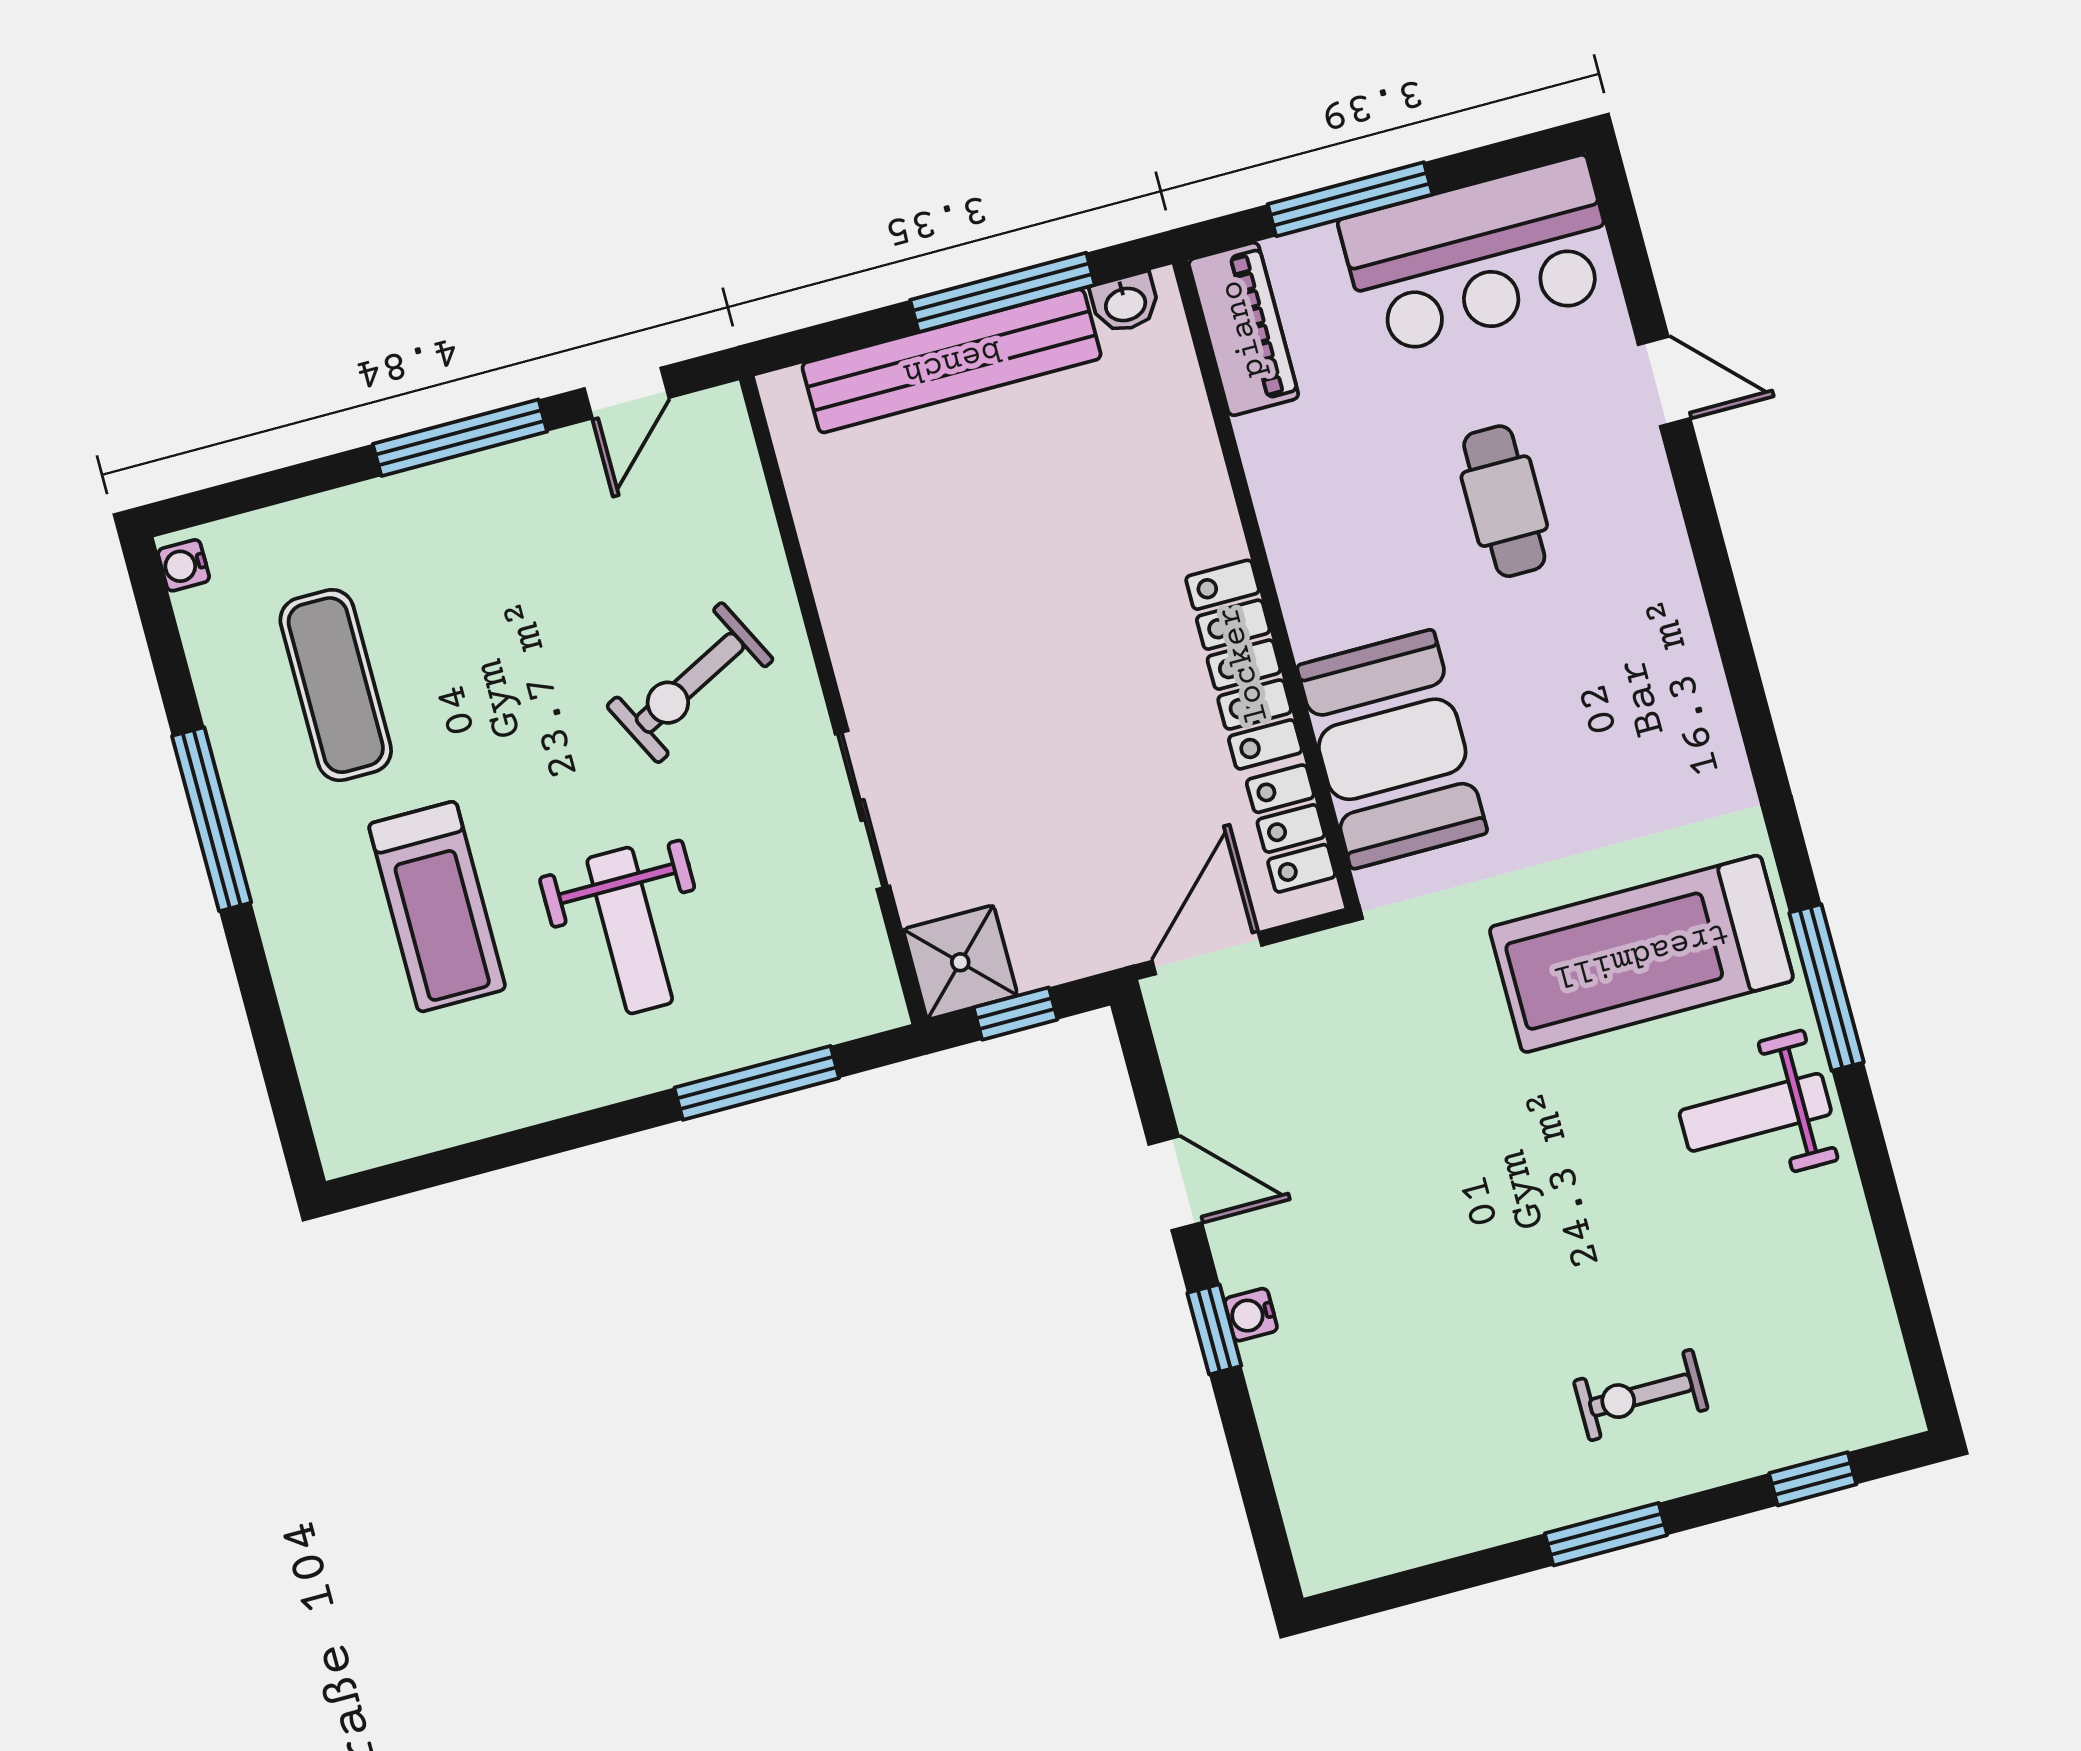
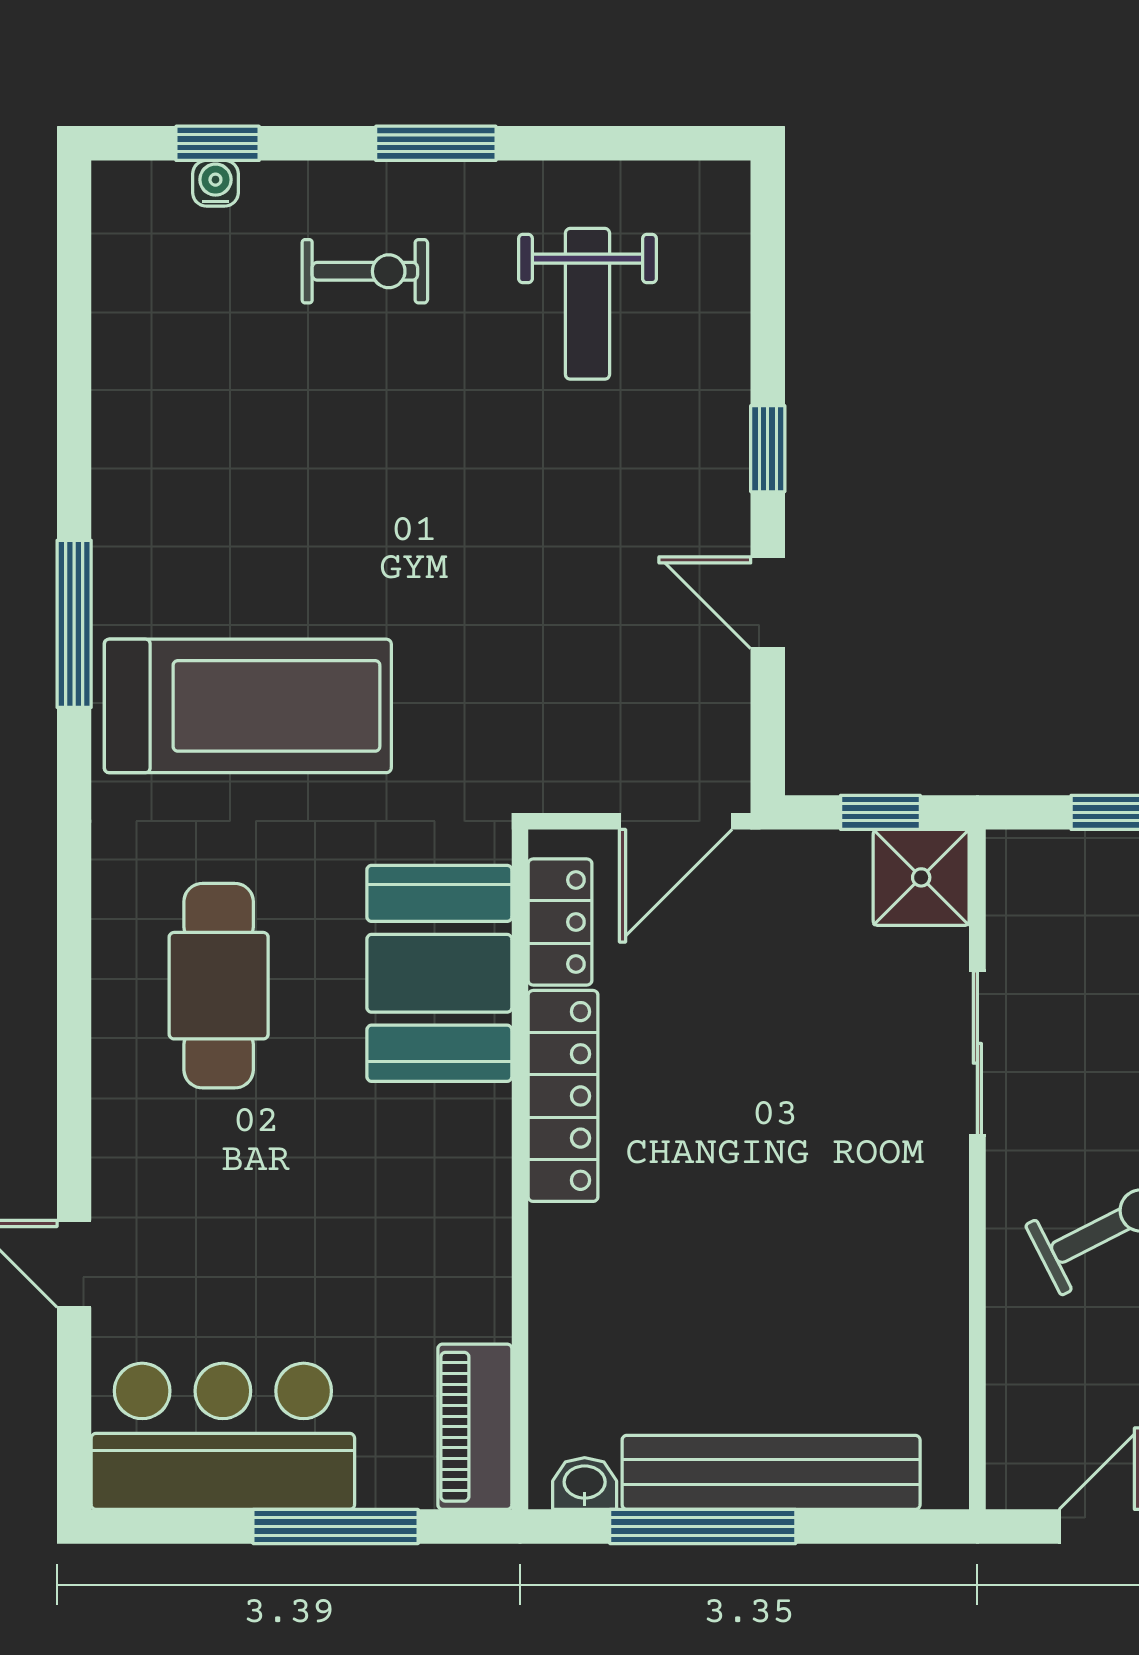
cafe table: (1504, 501) -> (219, 986), moved, width x1.37, depth x1.35
weight bench: (1755, 1112) -> (587, 304), moved, turned 90
water cooler: (1251, 1315) -> (215, 183), moved, turned -90

